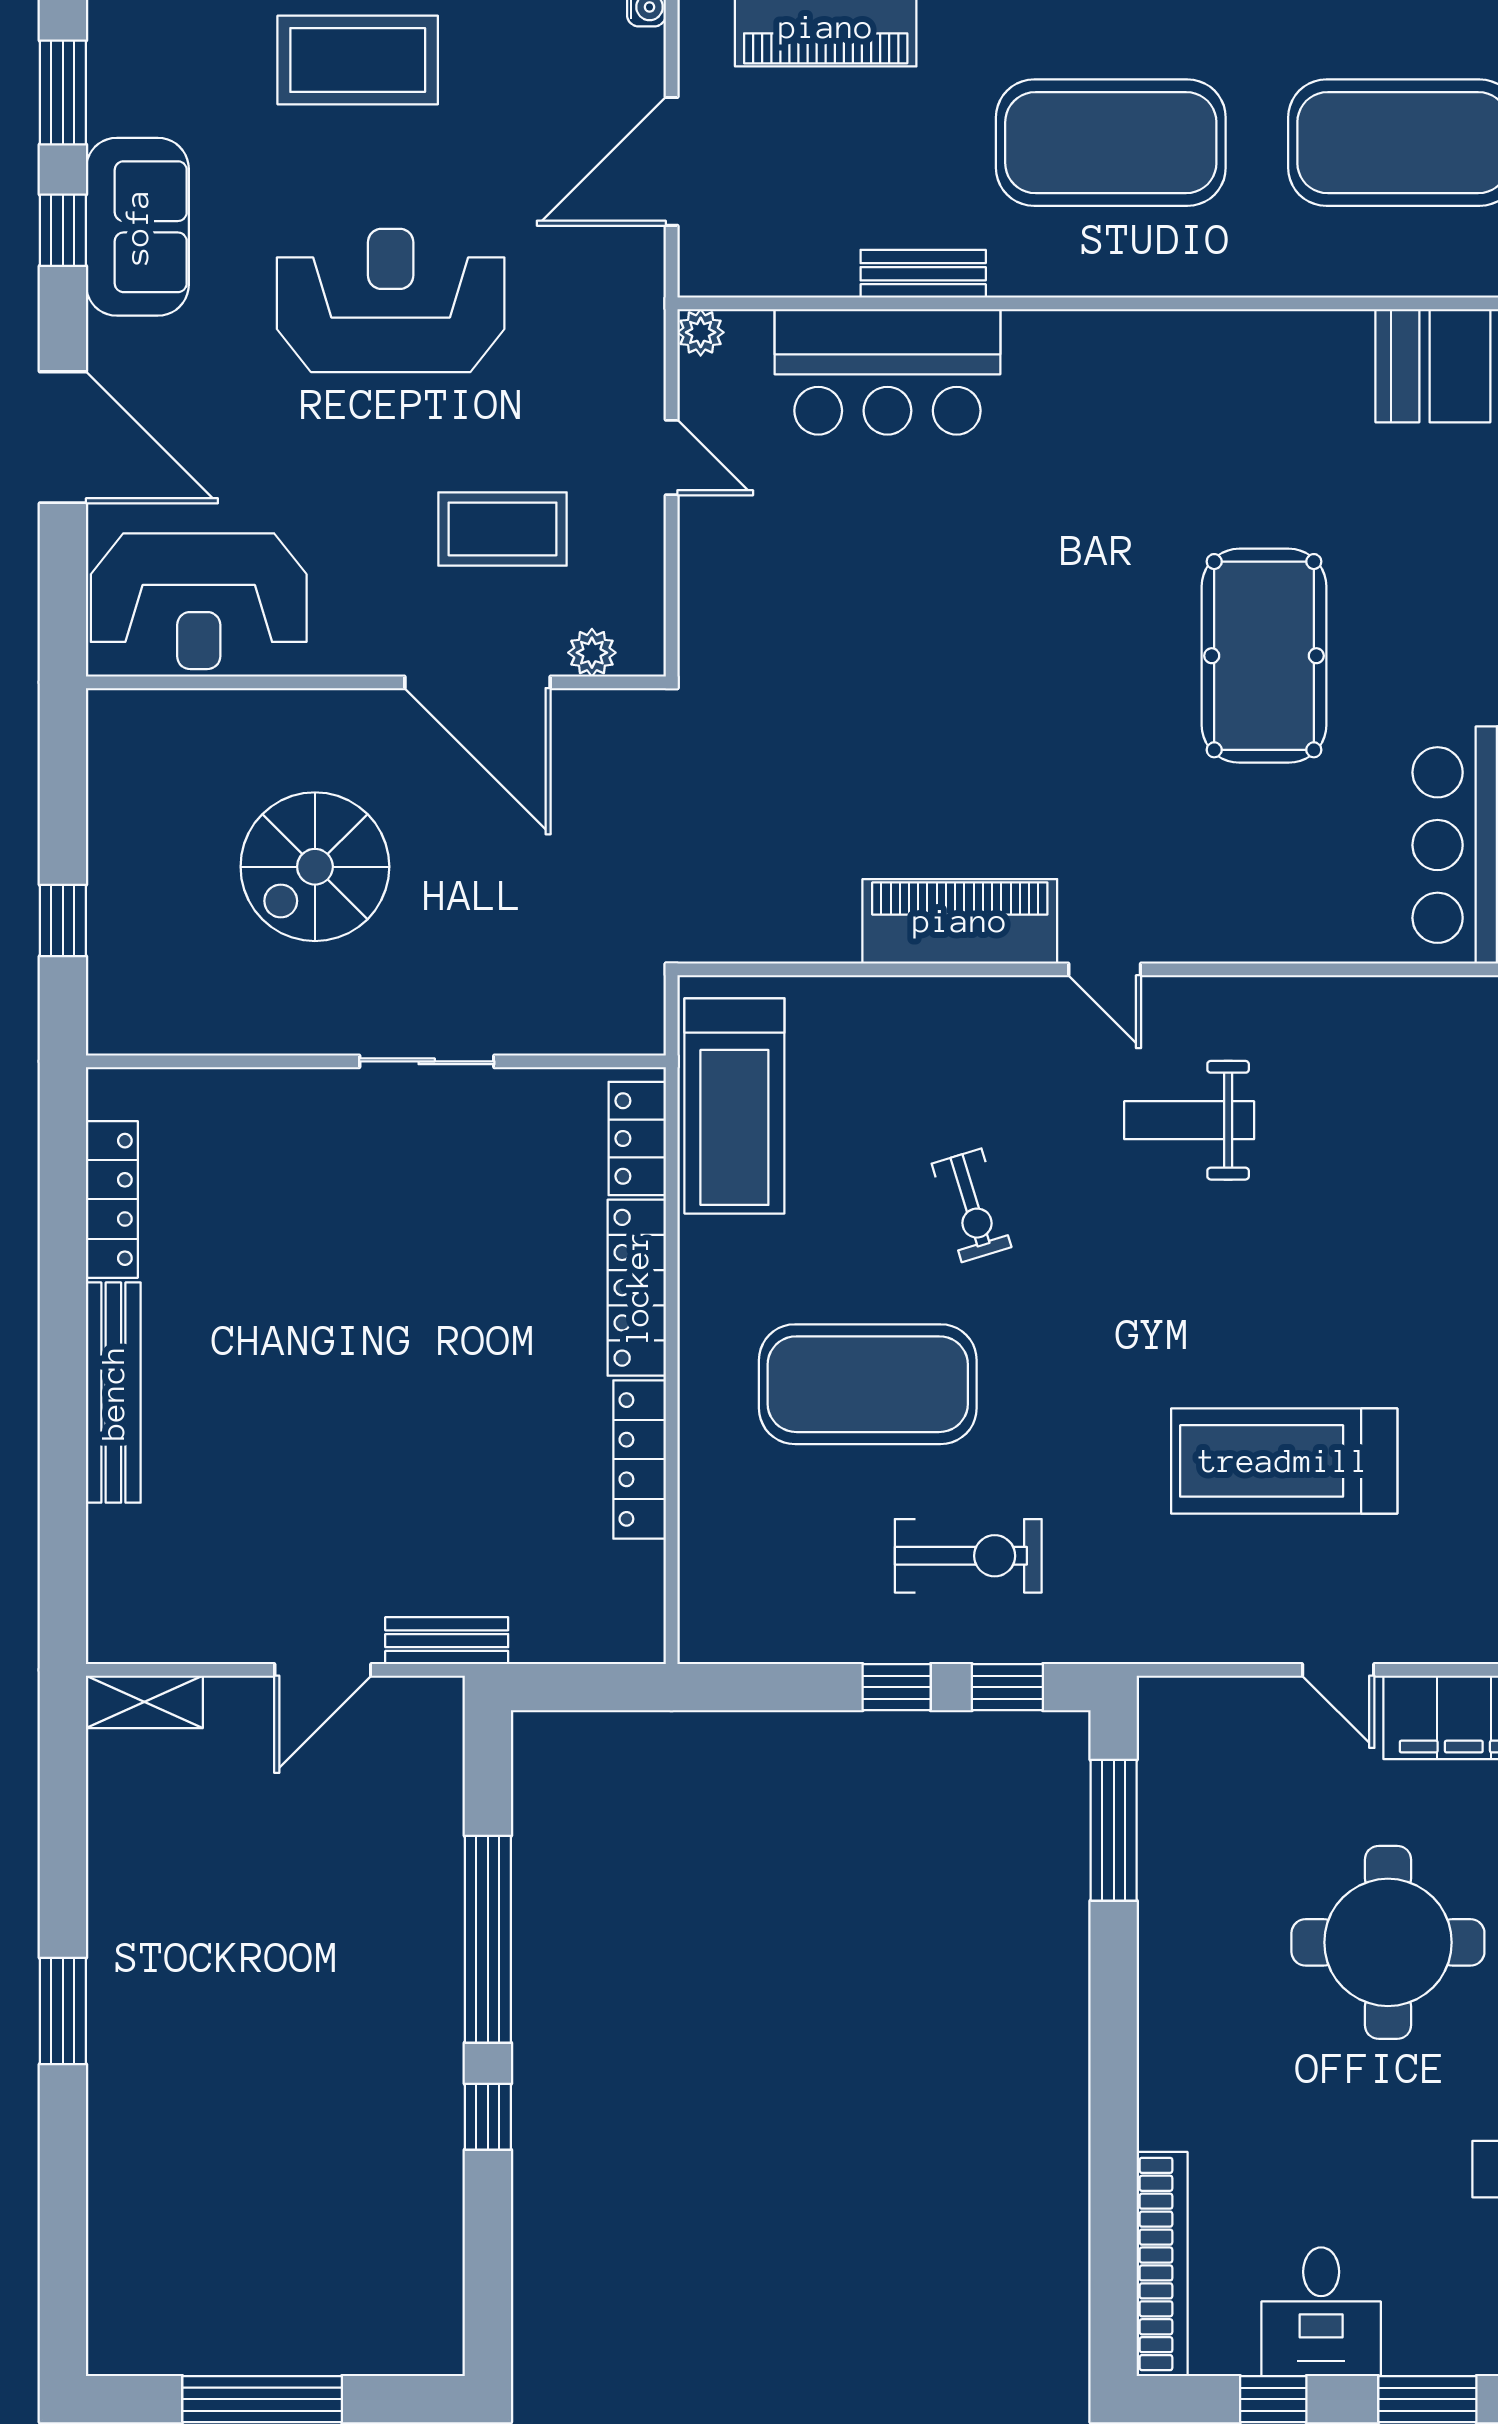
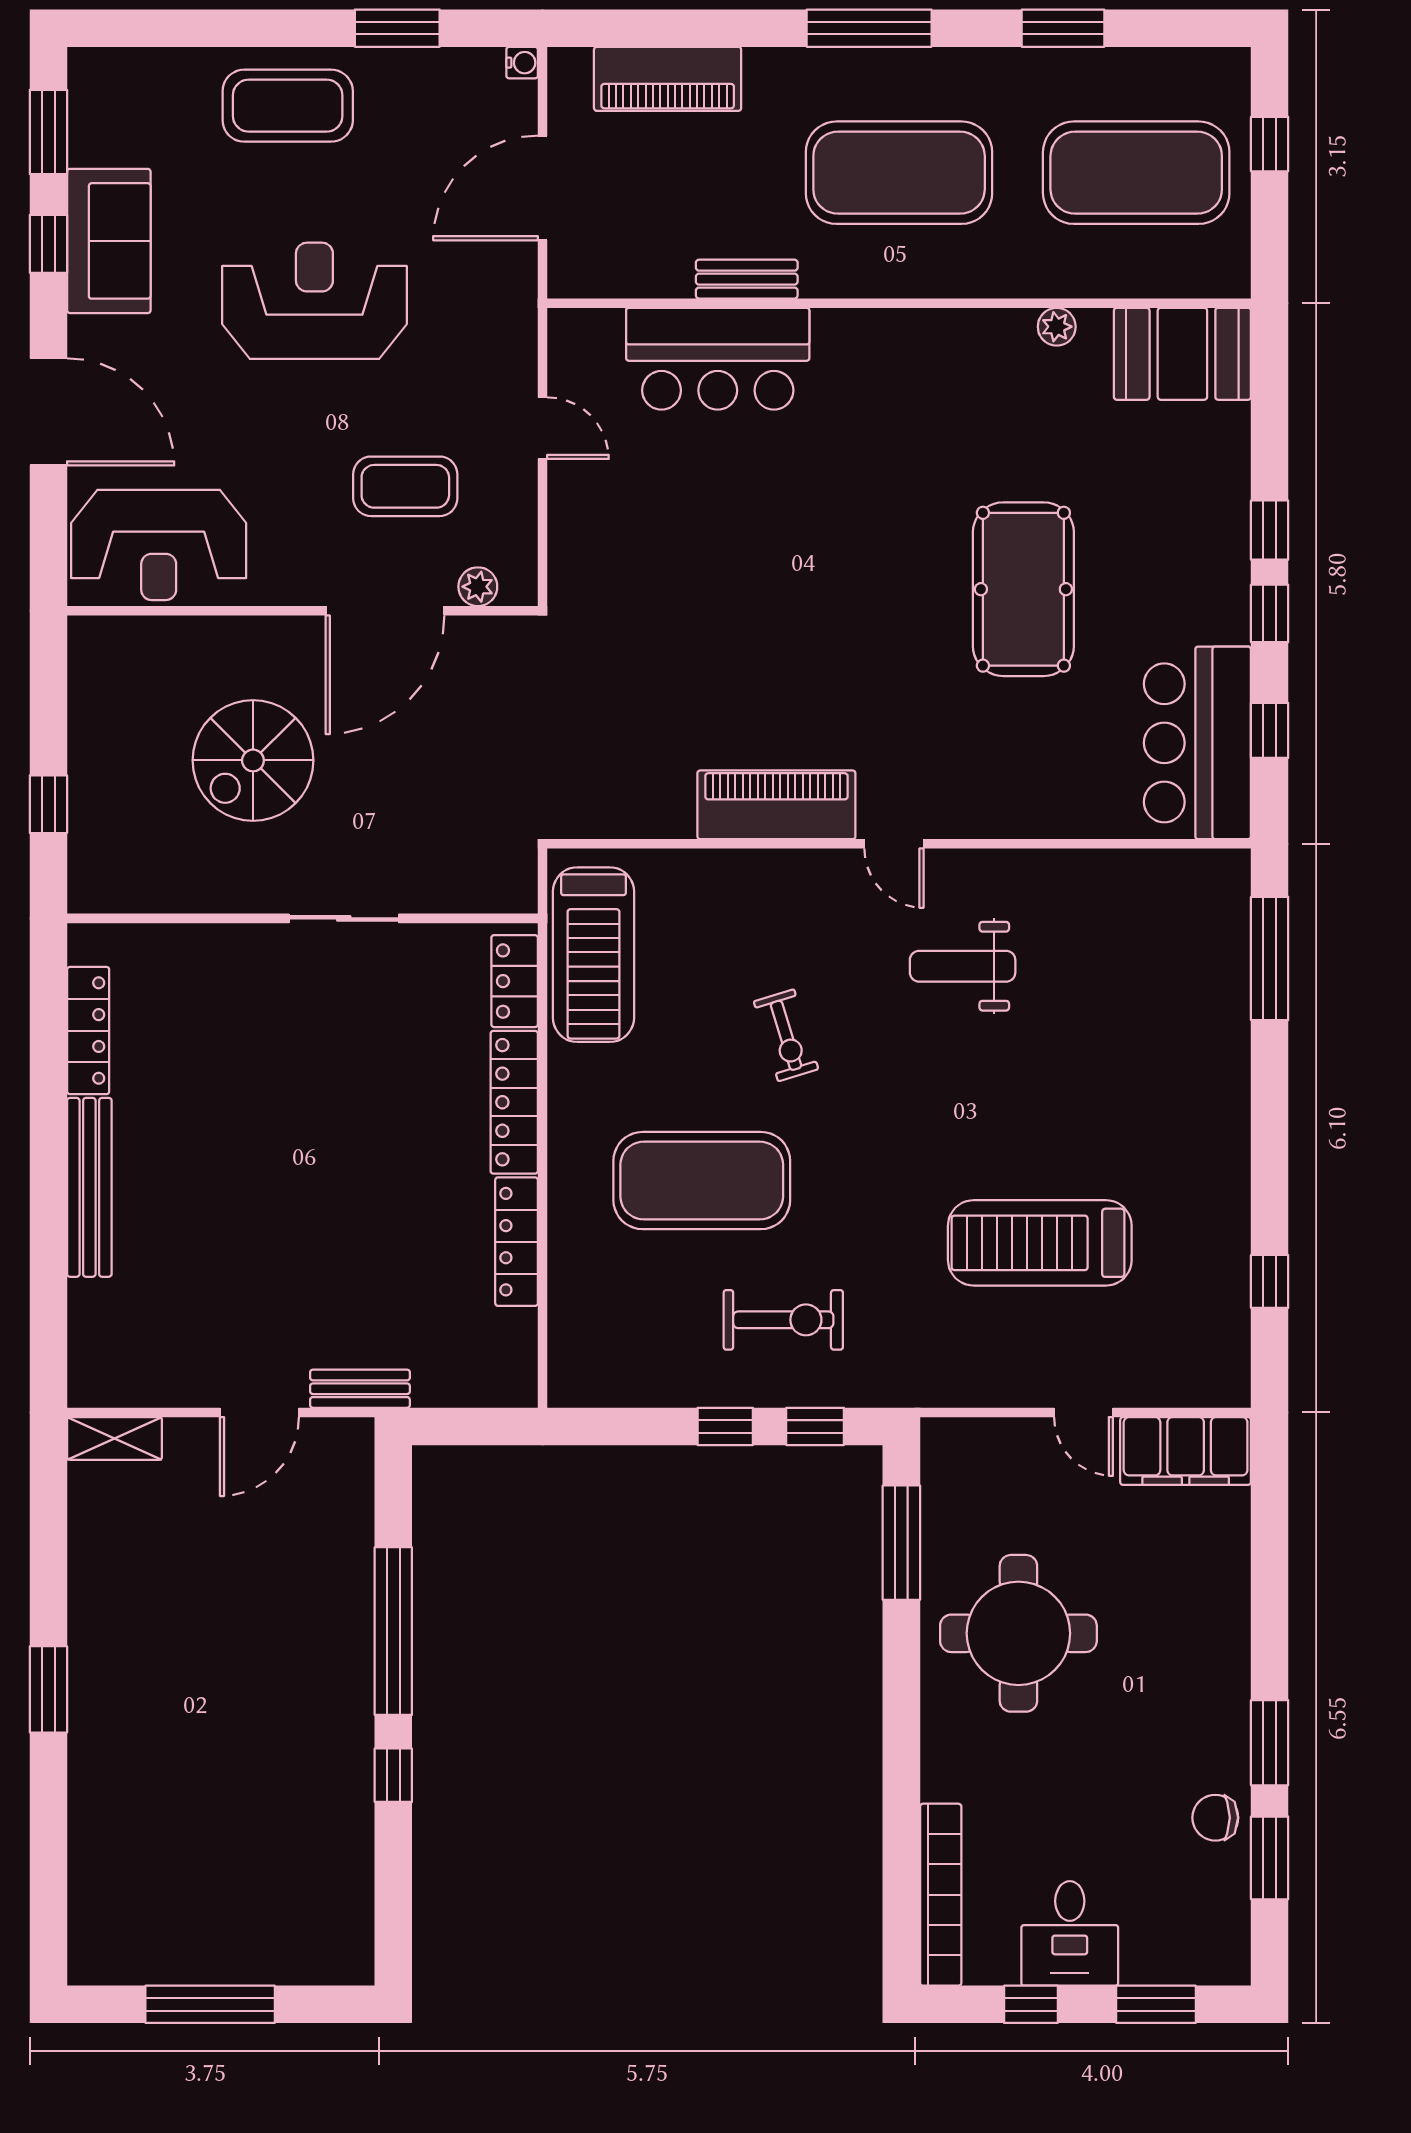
plant: (701, 332) -> (1057, 327), moved
door: (478, 682) -> (385, 611), hinge flipped
round table: (1388, 1942) -> (1018, 1633), moved

